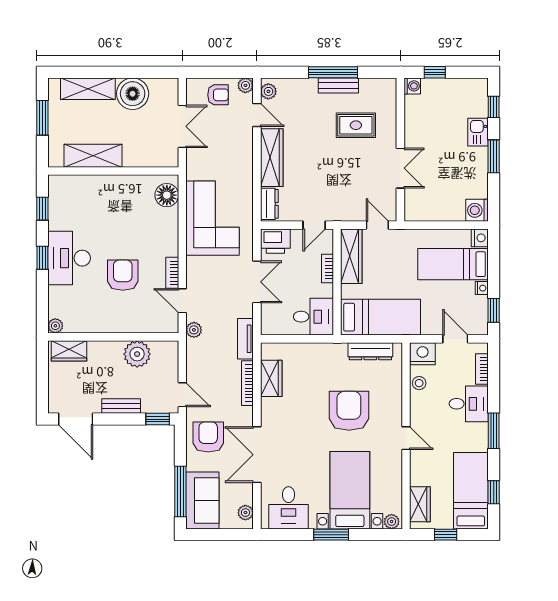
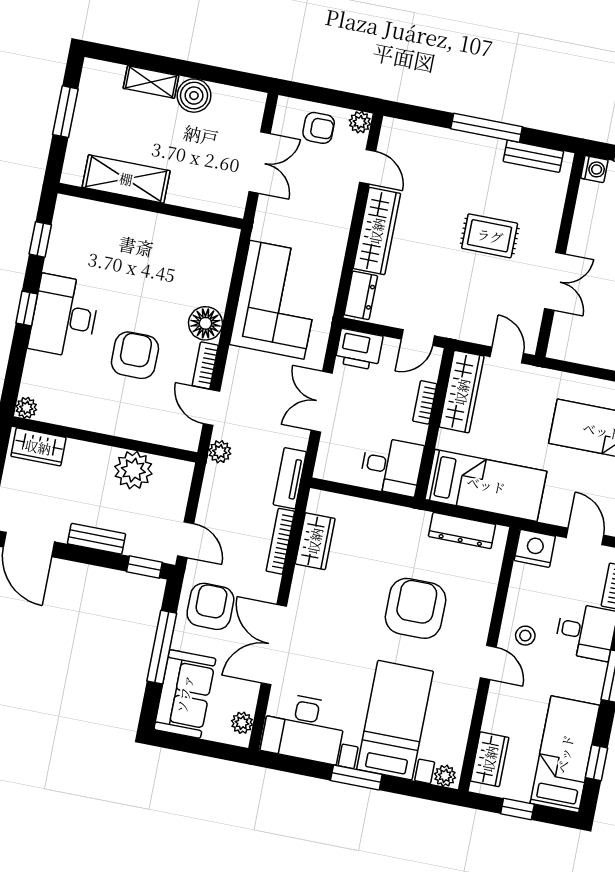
bench: (338, 85) -> (533, 156), moved
shelving: (88, 89) -> (151, 82), width x0.67, depth x0.75
plant: (268, 91) -> (391, 137), removed
boiler: (133, 94) -> (194, 96), width x0.73, depth x0.73
rug: (356, 125) -> (490, 236), moved
floor lamp: (167, 195) -> (205, 323), moved
double door: (257, 282) -> (322, 402), swing flipped
stool: (419, 383) -> (525, 636), moved
window: (180, 491) -> (162, 647), moved
desk: (288, 508) -> (304, 728), width x1.37

